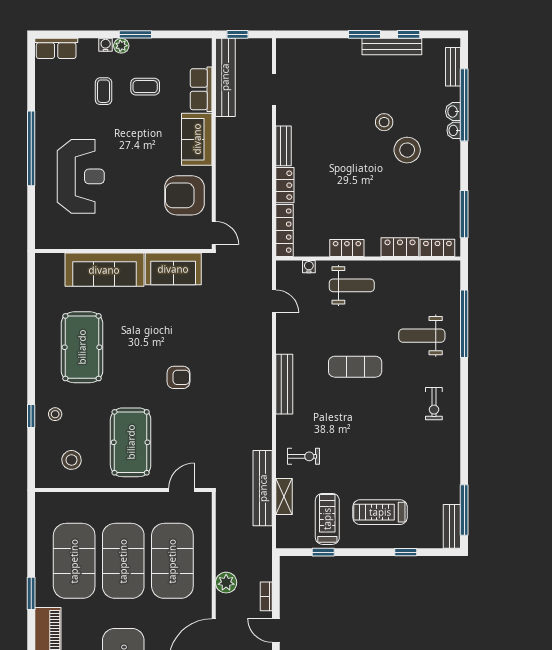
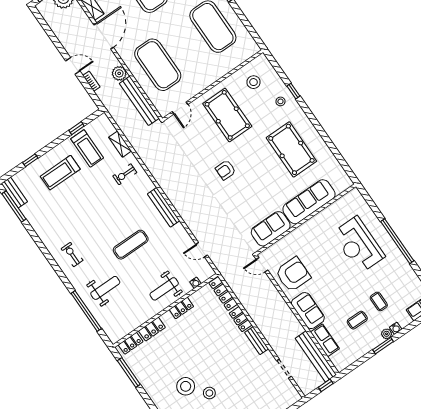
bench: (263, 488) -> (139, 101), moved
treadmill: (380, 512) -> (60, 173), turned 180
exercise mat: (123, 561) -> (185, 46), removed

